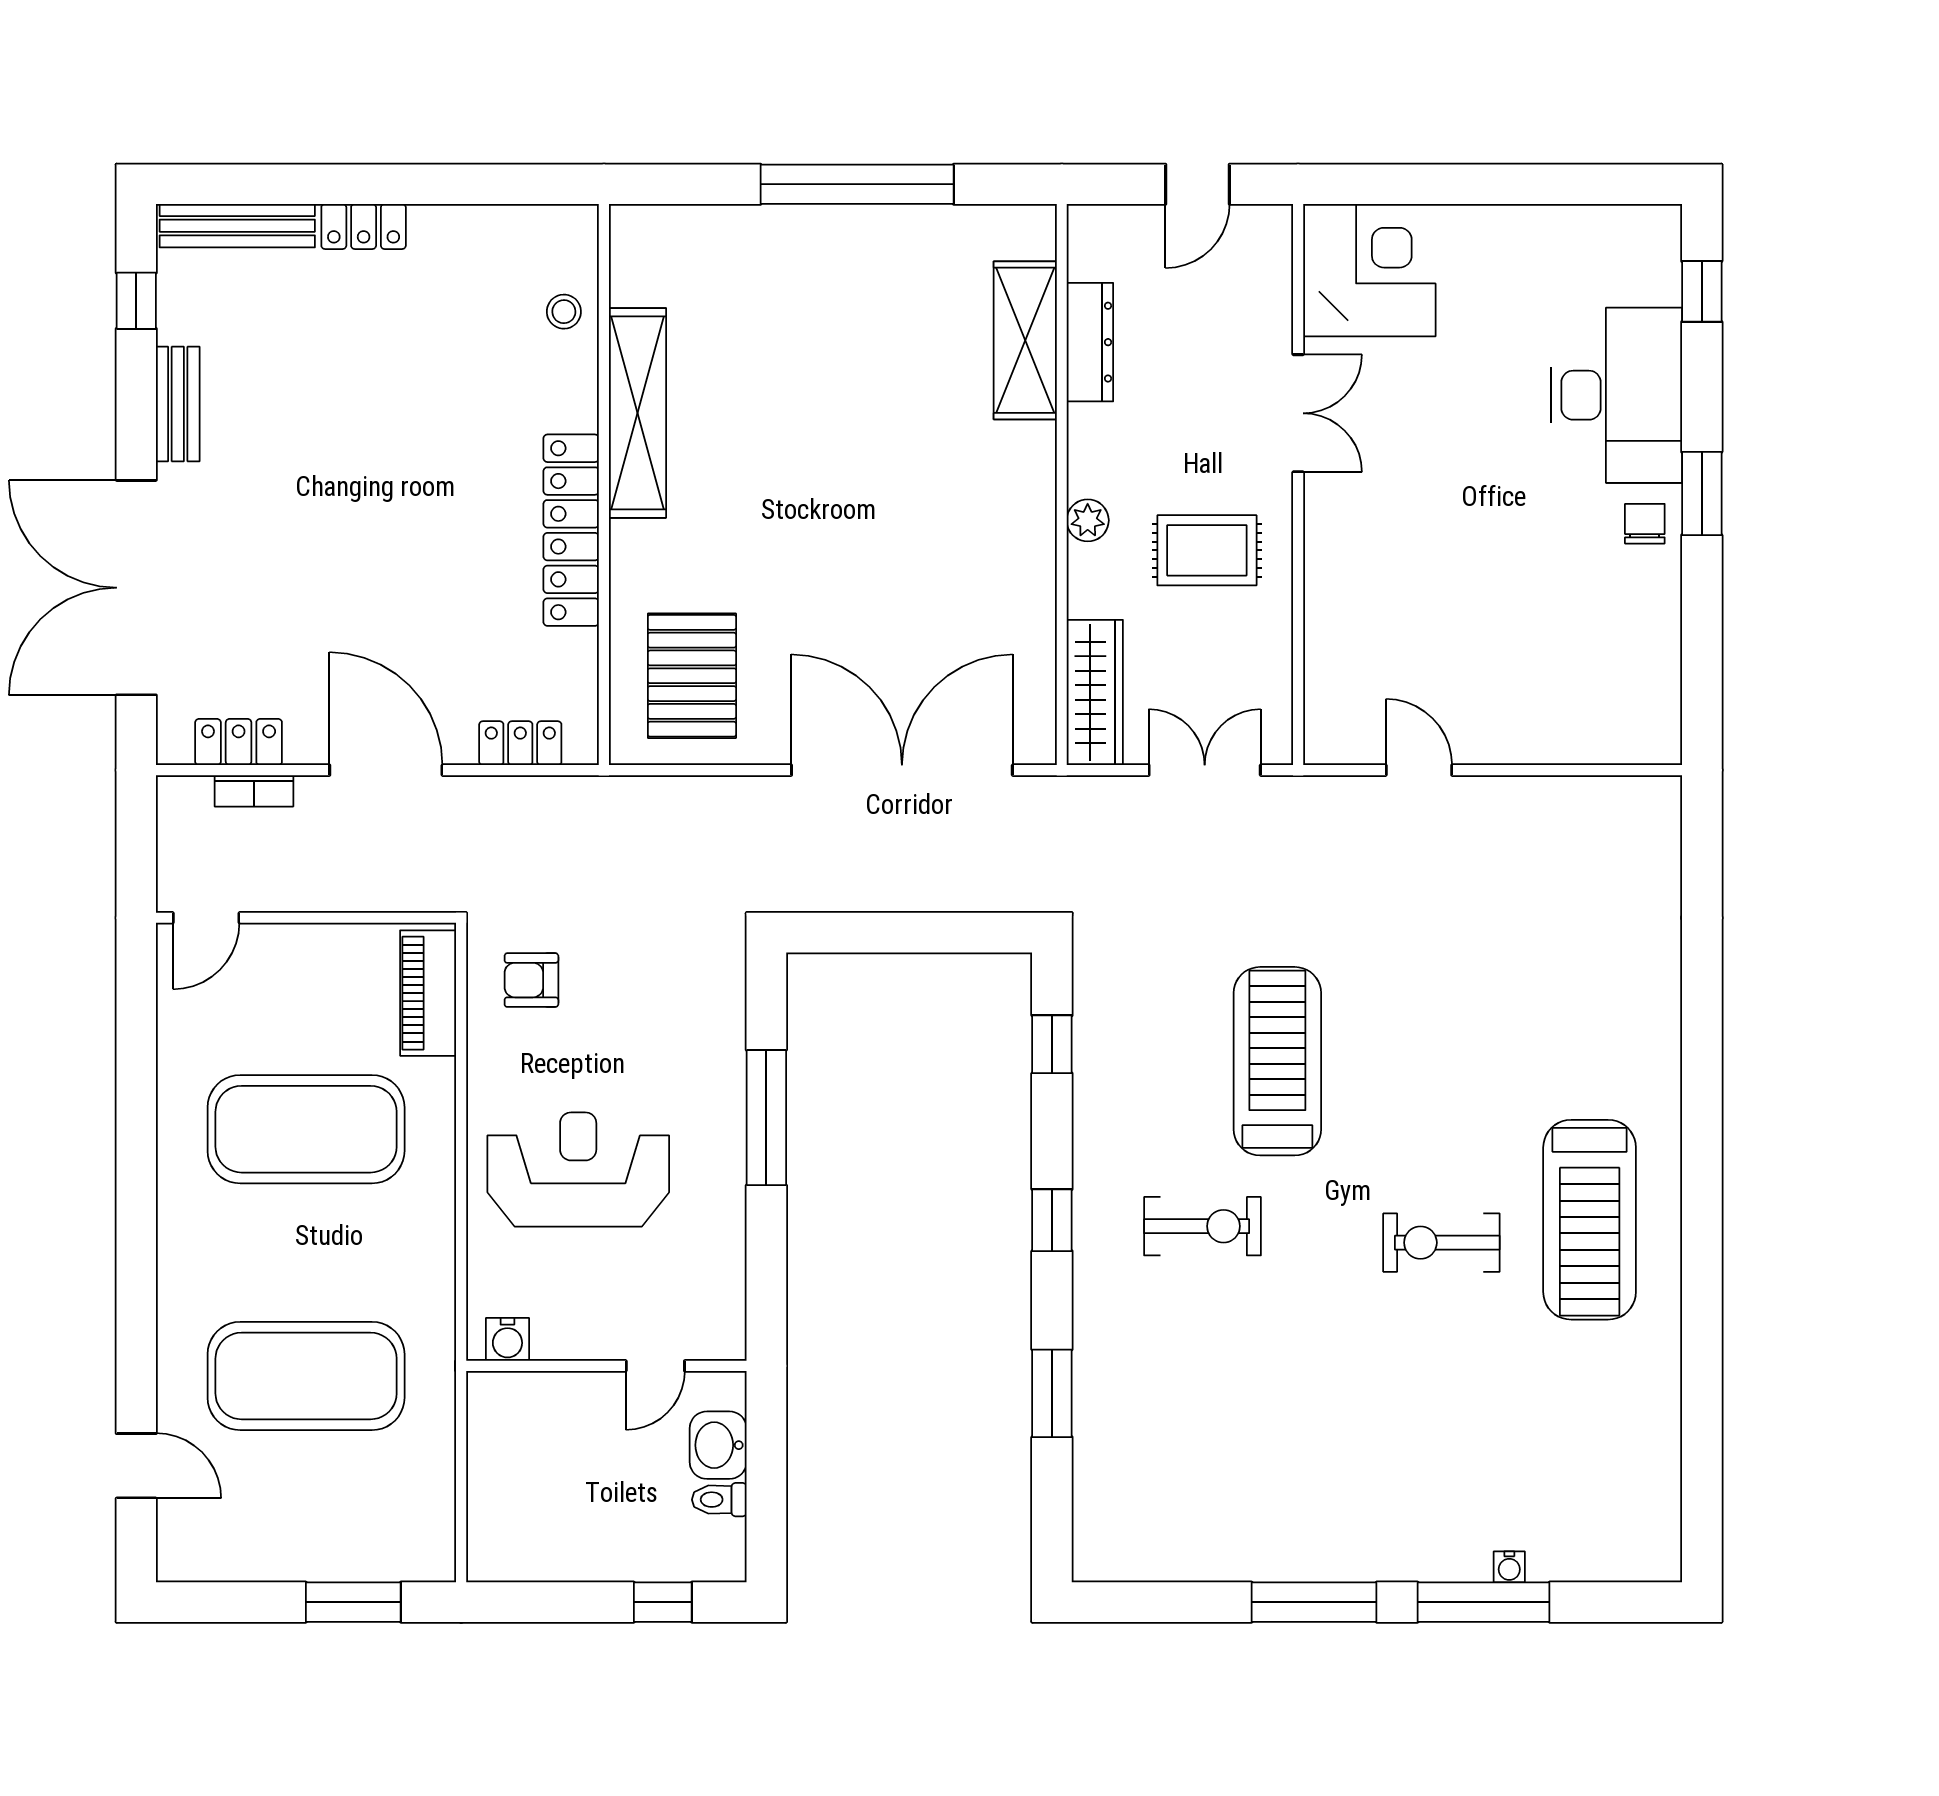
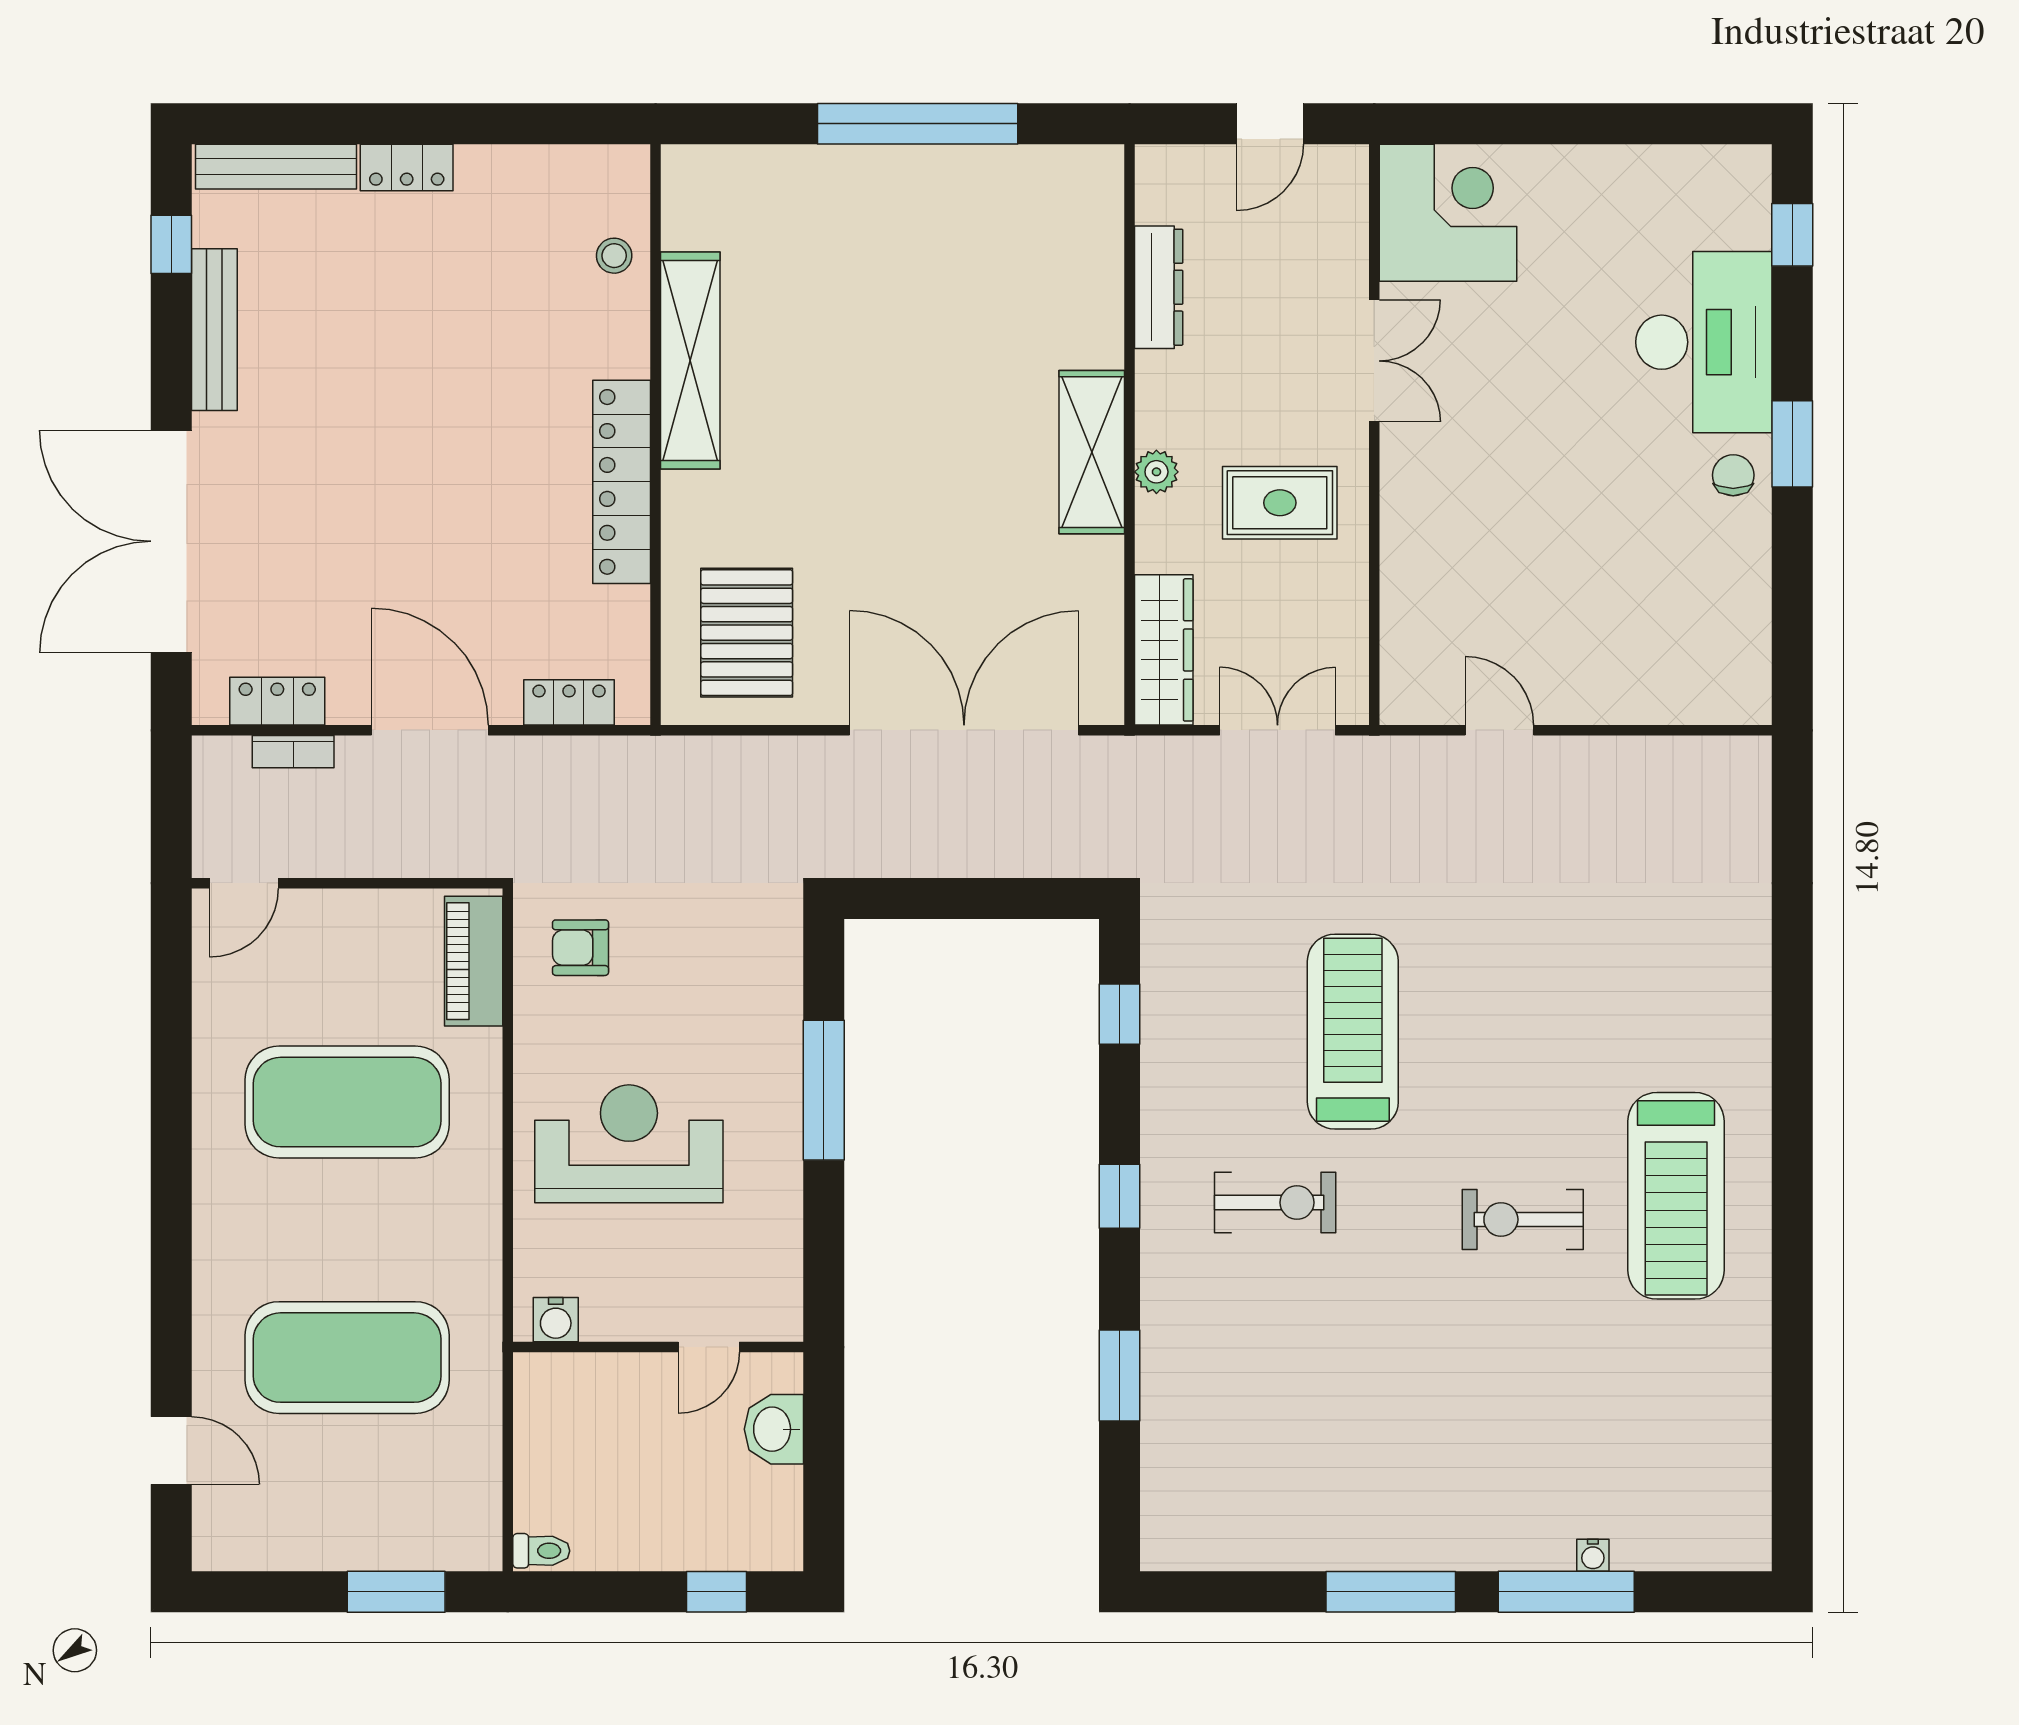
shelving: (1025, 340) -> (1092, 452), moved
bench: (178, 404) -> (214, 330), width x1.36
toilet: (719, 1500) -> (541, 1551), moved, turned 180

